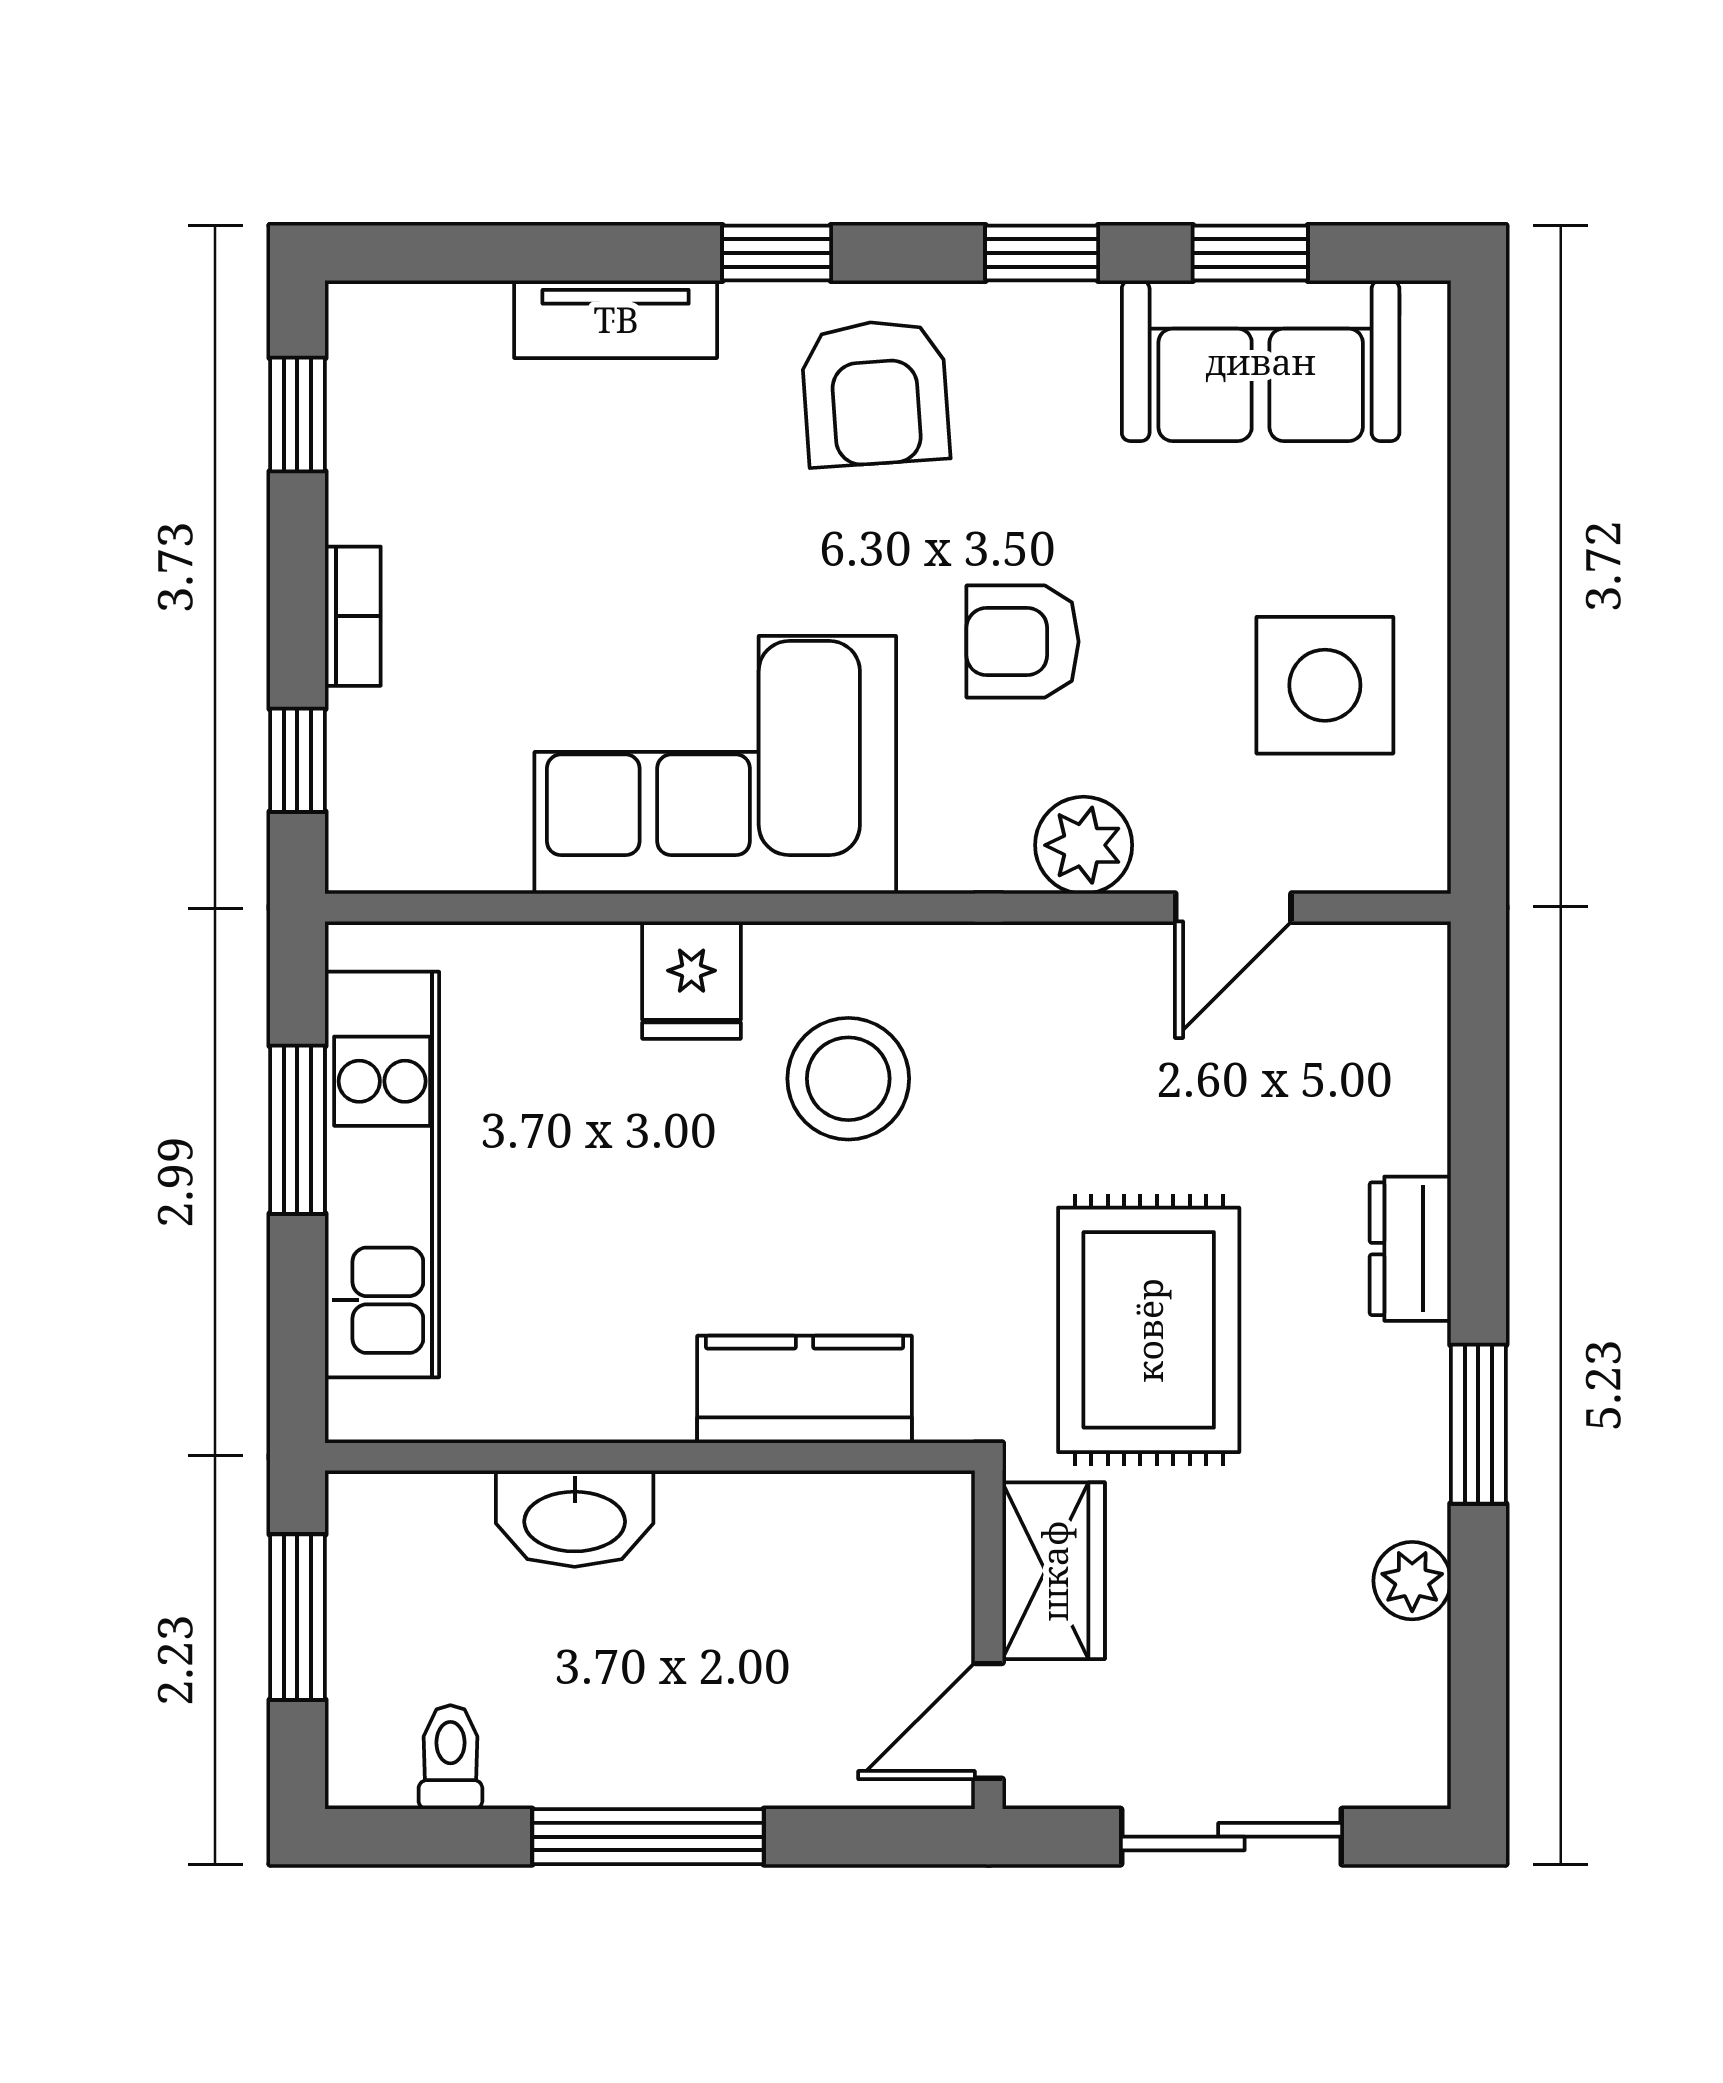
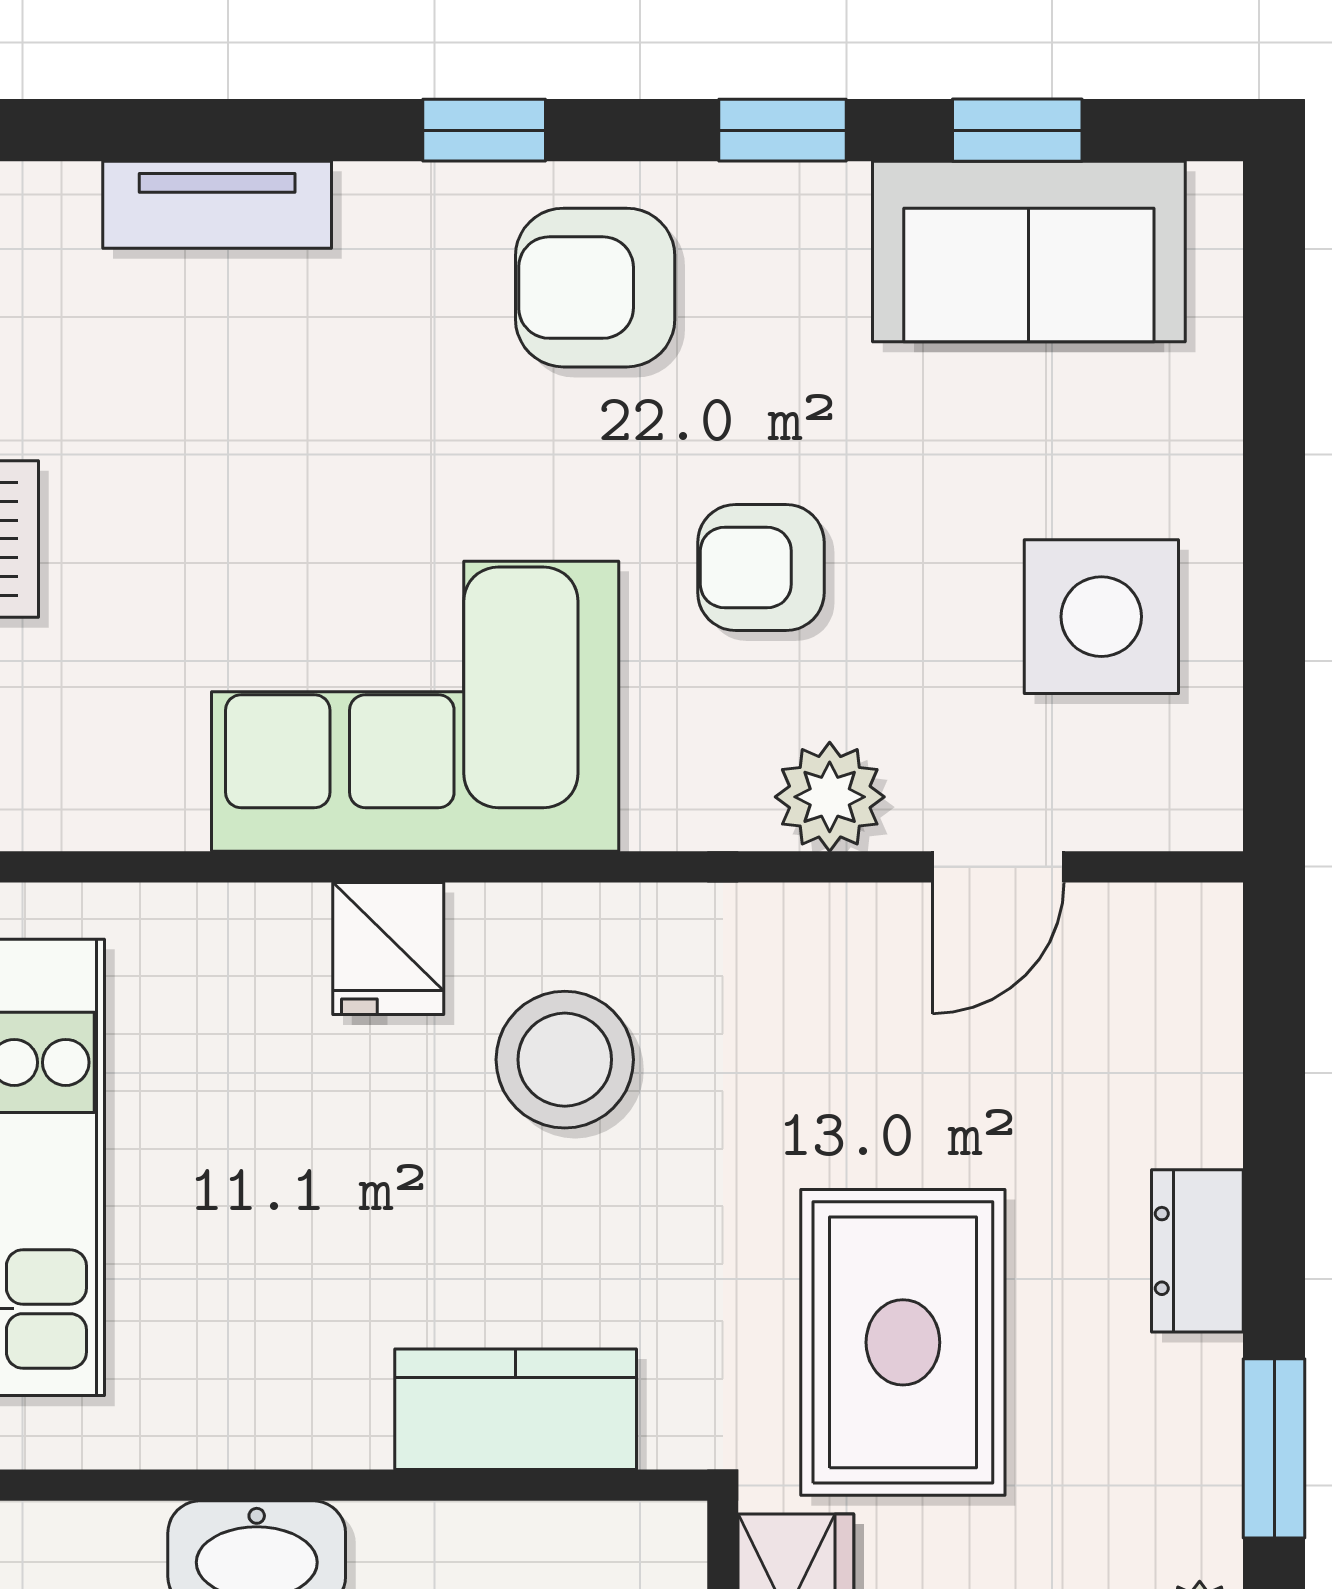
tv unit: (616, 319) -> (217, 205), moved
armchair: (875, 393) -> (595, 288), turned 94

